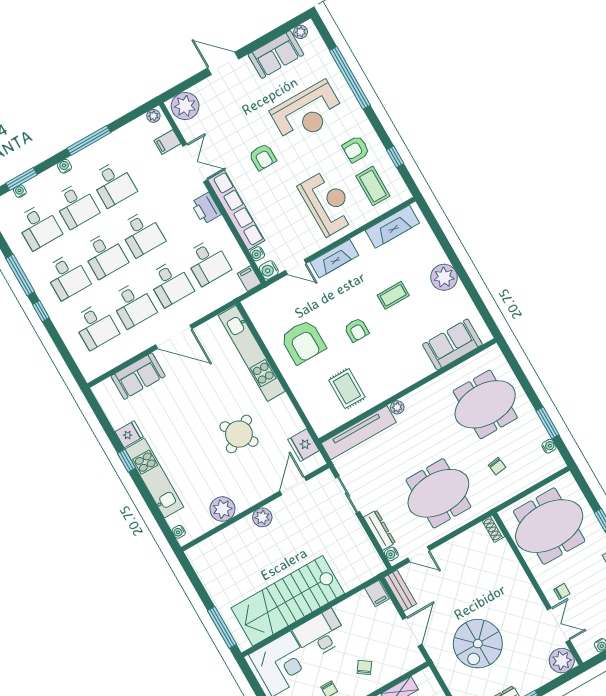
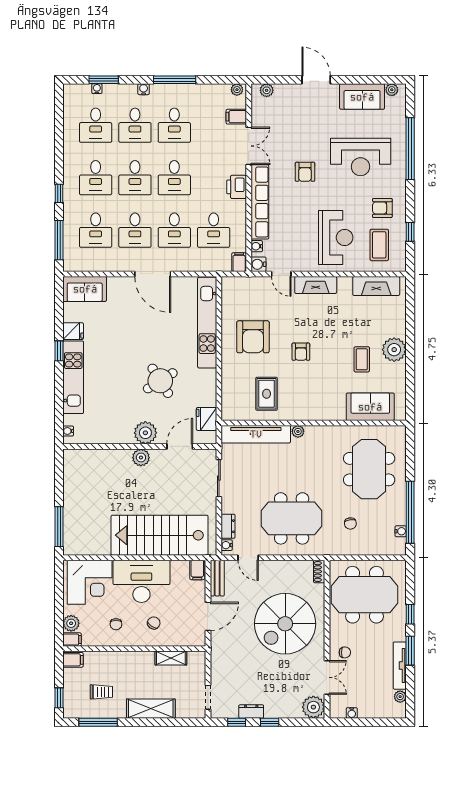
plant: (185, 106) -> (267, 90), width x0.53, depth x0.53
window: (20, 275) -> (59, 240), moved
coffee table: (393, 295) -> (362, 359), moved, turned 90
sofa: (138, 376) -> (85, 289), moved
meeting table: (485, 404) -> (369, 469), turned 90
window: (548, 423) -> (410, 512), width x2.11
plant: (222, 509) -> (145, 433), moved
dresser: (379, 530) -> (228, 526), width x0.70
stairs: (288, 601) -> (160, 535), moved
desk: (320, 634) -> (141, 581), width x1.36, depth x1.30
spiral stairs: (478, 644) -> (285, 624), moved, width x1.37, depth x1.37

